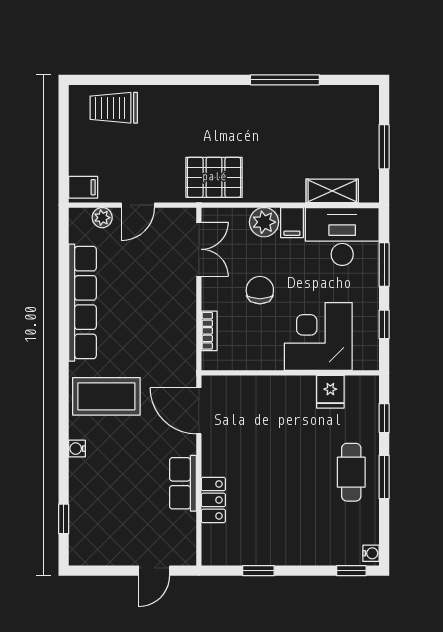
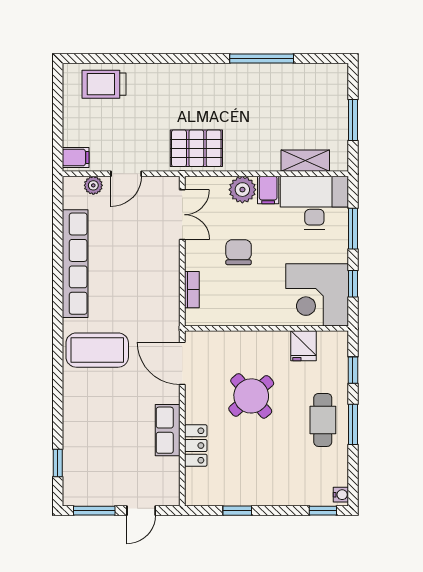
corner desk: (318, 336) -> (317, 295), moved, turned -90
round table: (274, 446) -> (251, 396), added
water cooler: (77, 449) -> (70, 398), removed
window: (103, 571) -> (94, 511), added

